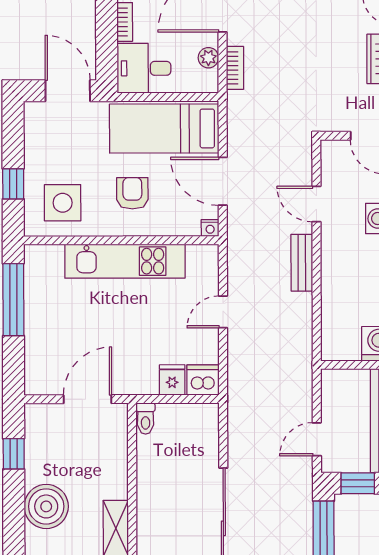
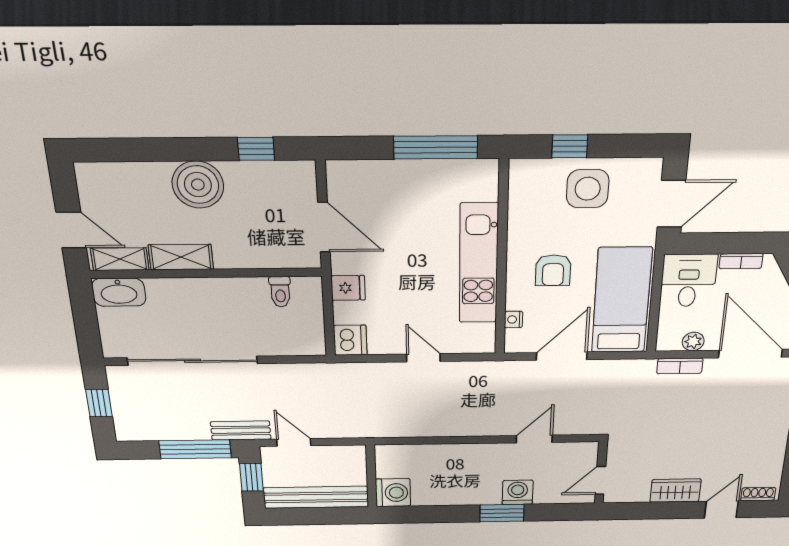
armchair: (132, 193) -> (553, 270), turned 90
side table: (63, 203) -> (588, 189), moved
nightstand: (210, 228) -> (513, 319), moved
bench: (302, 263) -> (241, 431), moved
fridge: (172, 380) -> (348, 288), moved
toilet: (146, 419) -> (280, 292), moved, turned -90

